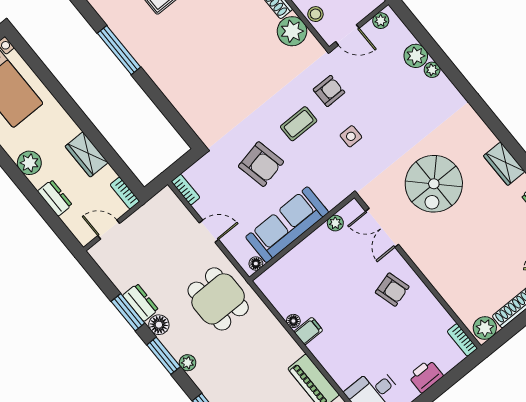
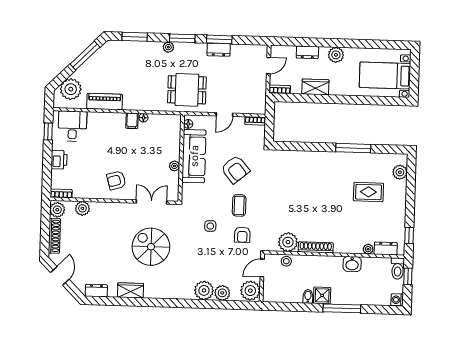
plant: (381, 21) -> (250, 291), width x1.88, depth x1.88
plant: (432, 70) -> (204, 290), width x1.88, depth x1.88
armchair: (261, 164) -> (235, 169), turned -118
plant: (335, 223) -> (174, 166), moved
plant: (458, 301) -> (82, 208), added
floor lamp: (159, 325) -> (200, 49), removed

